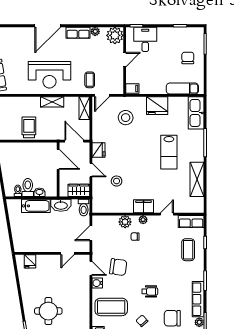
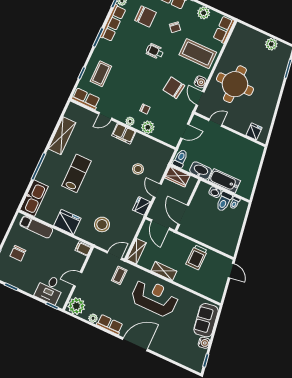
round table: (48, 311) -> (235, 84), moved, width x1.36, depth x1.36

